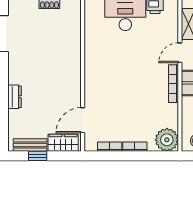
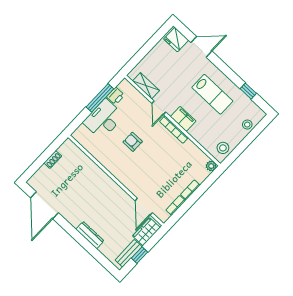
armchair: (129, 58) -> (133, 142), added
dresser: (14, 97) -> (90, 235), width x1.44
plant: (167, 140) -> (211, 166), width x0.53, depth x0.53

